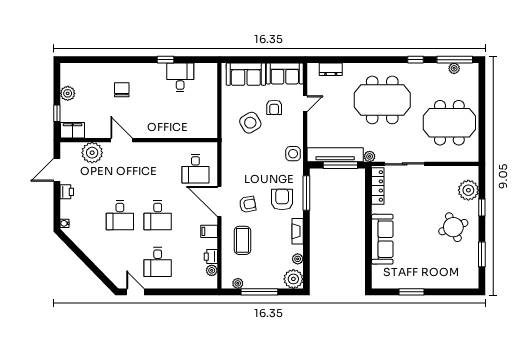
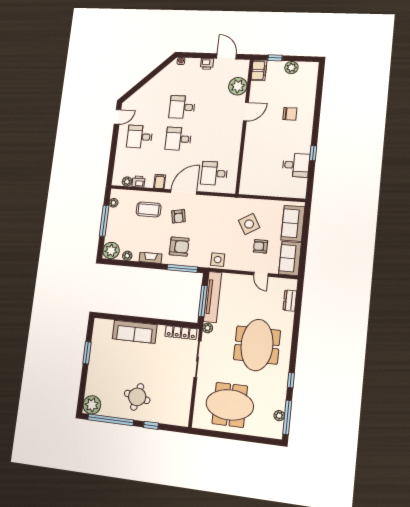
meeting table: (449, 123) -> (230, 405), turned 90
plant: (468, 190) -> (92, 405), moved
round table: (453, 227) -> (137, 397), turned 33
window: (482, 254) -> (111, 420), width x2.11

